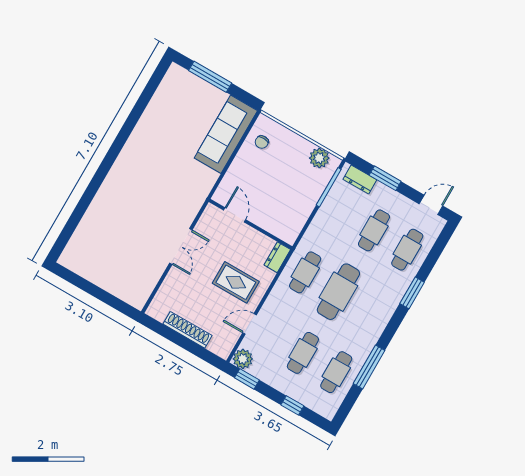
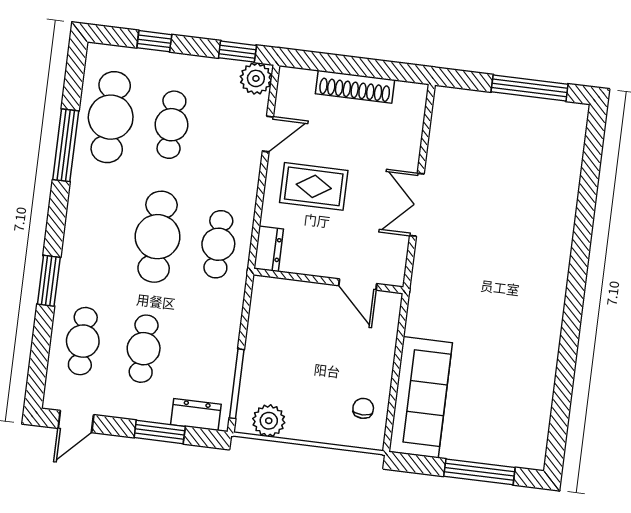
window: (87, 286) -> (530, 88), added
cafe table: (336, 372) -> (111, 117), width x1.37, depth x1.35

